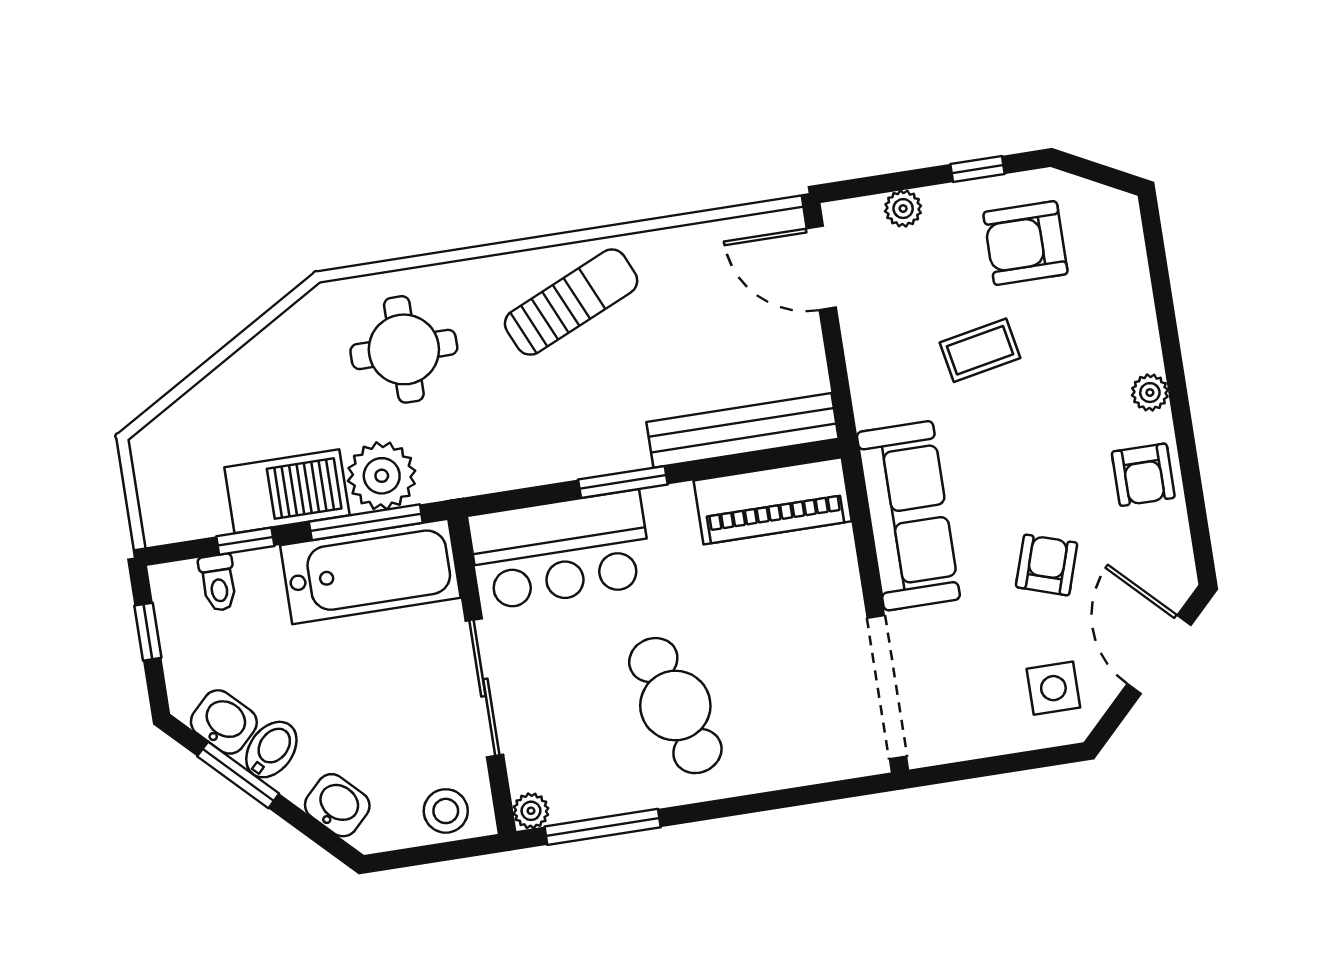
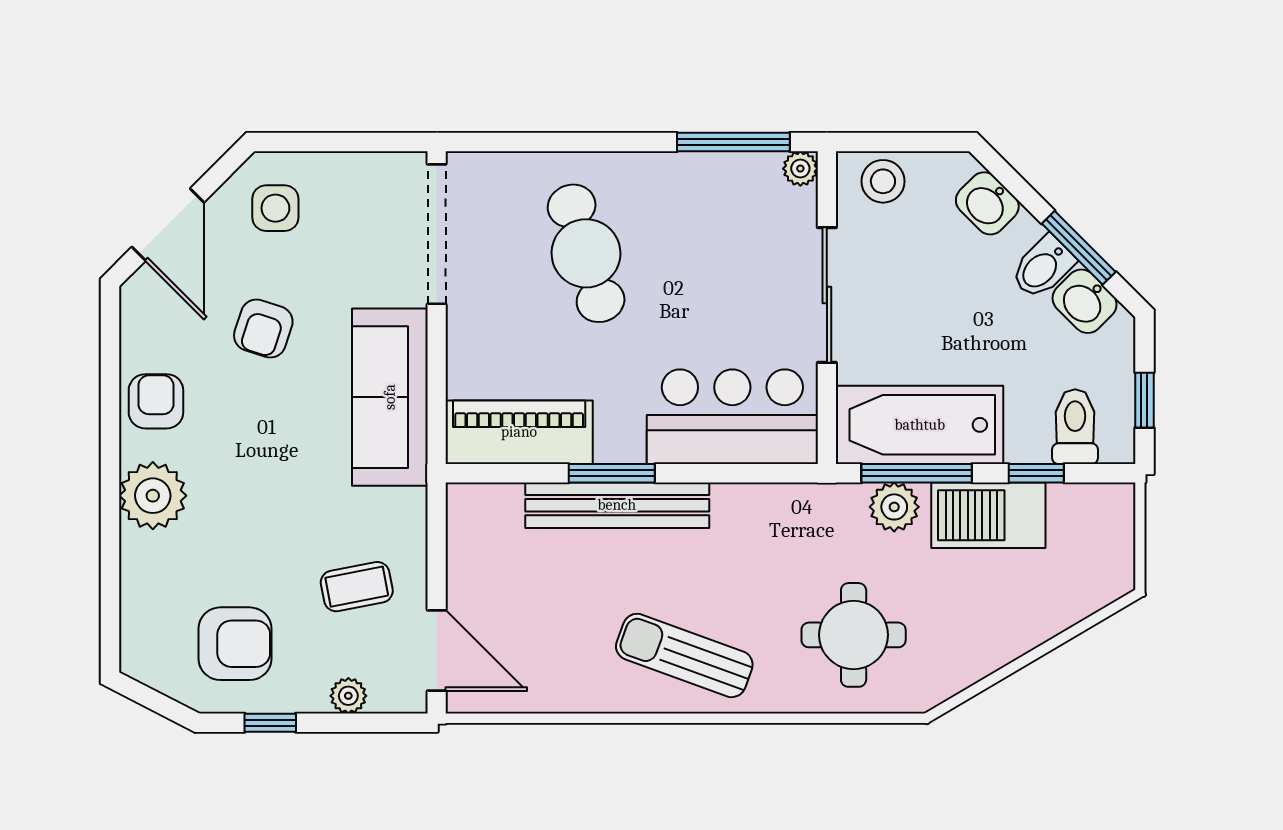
sun lounger: (571, 302) -> (684, 655), turned 44
coffee table: (980, 350) -> (357, 587), moved
plant: (1150, 393) -> (153, 496), width x1.87, depth x1.87
bench: (743, 430) -> (617, 505), moved
plant: (382, 476) -> (894, 507), width x0.73, depth x0.73
window: (623, 482) -> (612, 473), moved
toilet: (218, 583) -> (1075, 427), width x1.37, depth x1.39
cafe table: (675, 706) -> (586, 253), moved

